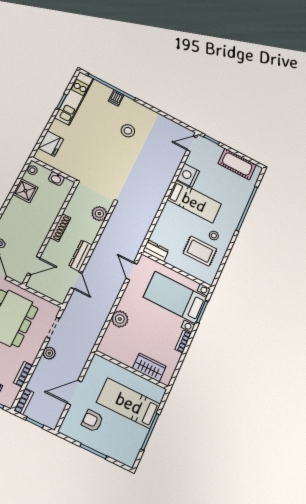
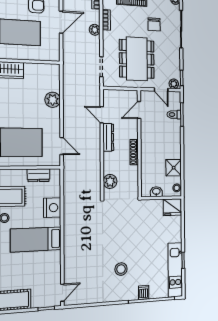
fridge: (51, 144) -> (172, 207), moved, turned -90
nightstand: (188, 175) -> (52, 208), moved
dresser: (156, 251) -> (39, 175), moved
plant: (49, 353) -> (95, 30), moved

